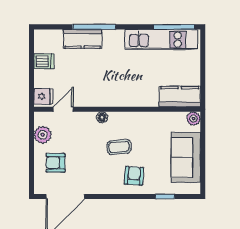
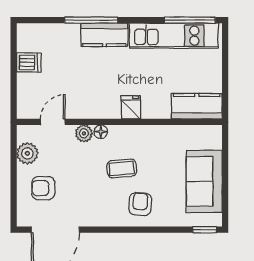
kitchen counter: (83, 39) -> (104, 35), moved
fridge: (43, 96) -> (131, 107), moved, turned -90
plant: (193, 119) -> (84, 133), moved
window: (165, 197) -> (205, 230), moved

